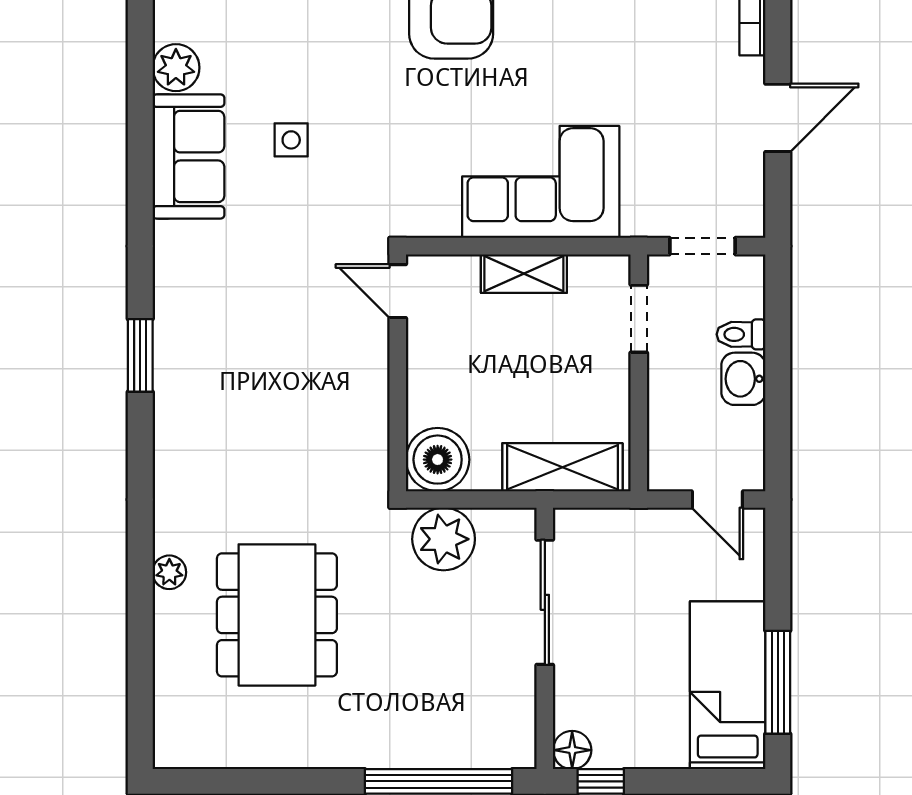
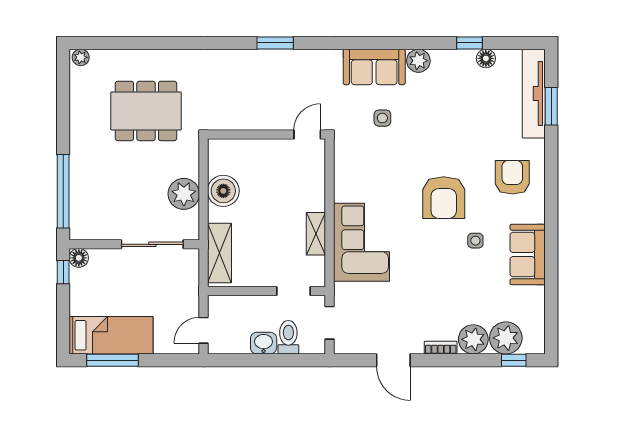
door: (398, 291) -> (307, 134), moved
toilet: (741, 334) -> (288, 337), width x1.37, depth x1.39
wall: (398, 373) -> (267, 134), moved
plant: (169, 572) -> (81, 57), moved

